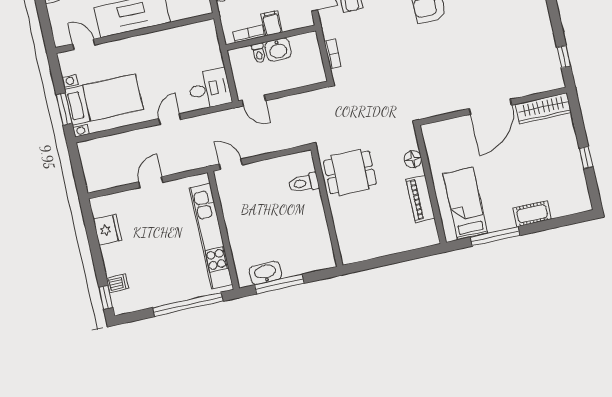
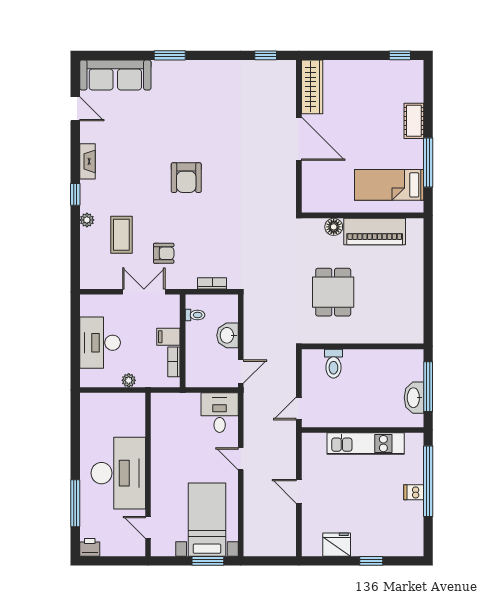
door: (84, 44) -> (148, 527), hinge flipped
washbasin: (278, 50) -> (227, 335), moved, turned 180
toilet: (259, 53) -> (195, 315), moved
window: (586, 157) -> (400, 55), moved
toilet: (304, 183) -> (333, 364), moved
piano: (420, 199) -> (375, 231), width x1.37, depth x1.33
wall: (327, 207) -> (363, 346), moved
kitchen unit: (211, 236) -> (366, 444), width x0.73
dishwasher: (117, 283) -> (414, 492), moved, turned -90
window: (106, 297) -> (371, 561), moved

